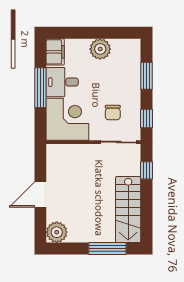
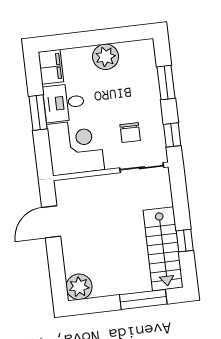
window: (40, 88) -> (38, 113), width x0.69
window: (147, 170) -> (185, 241), moved
door: (40, 194) -> (51, 222), moved

